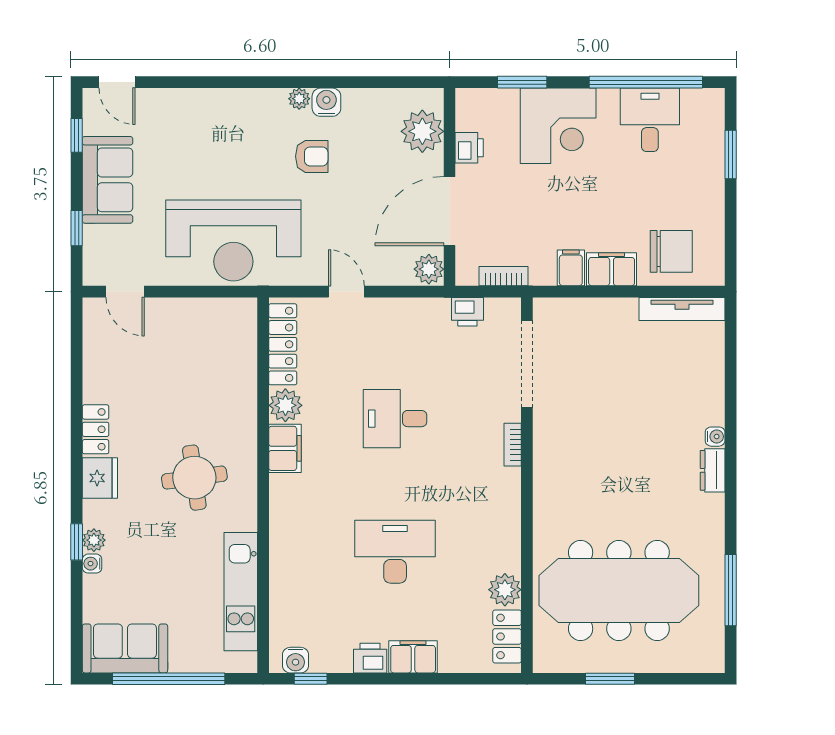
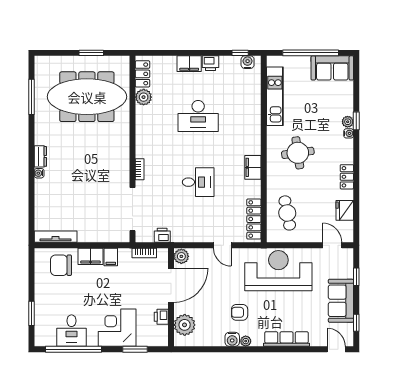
row of seats: (217, 103) -> (286, 339), added
cafe table: (216, 356) -> (287, 213), added
plant: (285, 405) -> (253, 189), removed
fridge: (100, 478) -> (345, 210), moved
water cooler: (92, 564) -> (349, 133), moved

